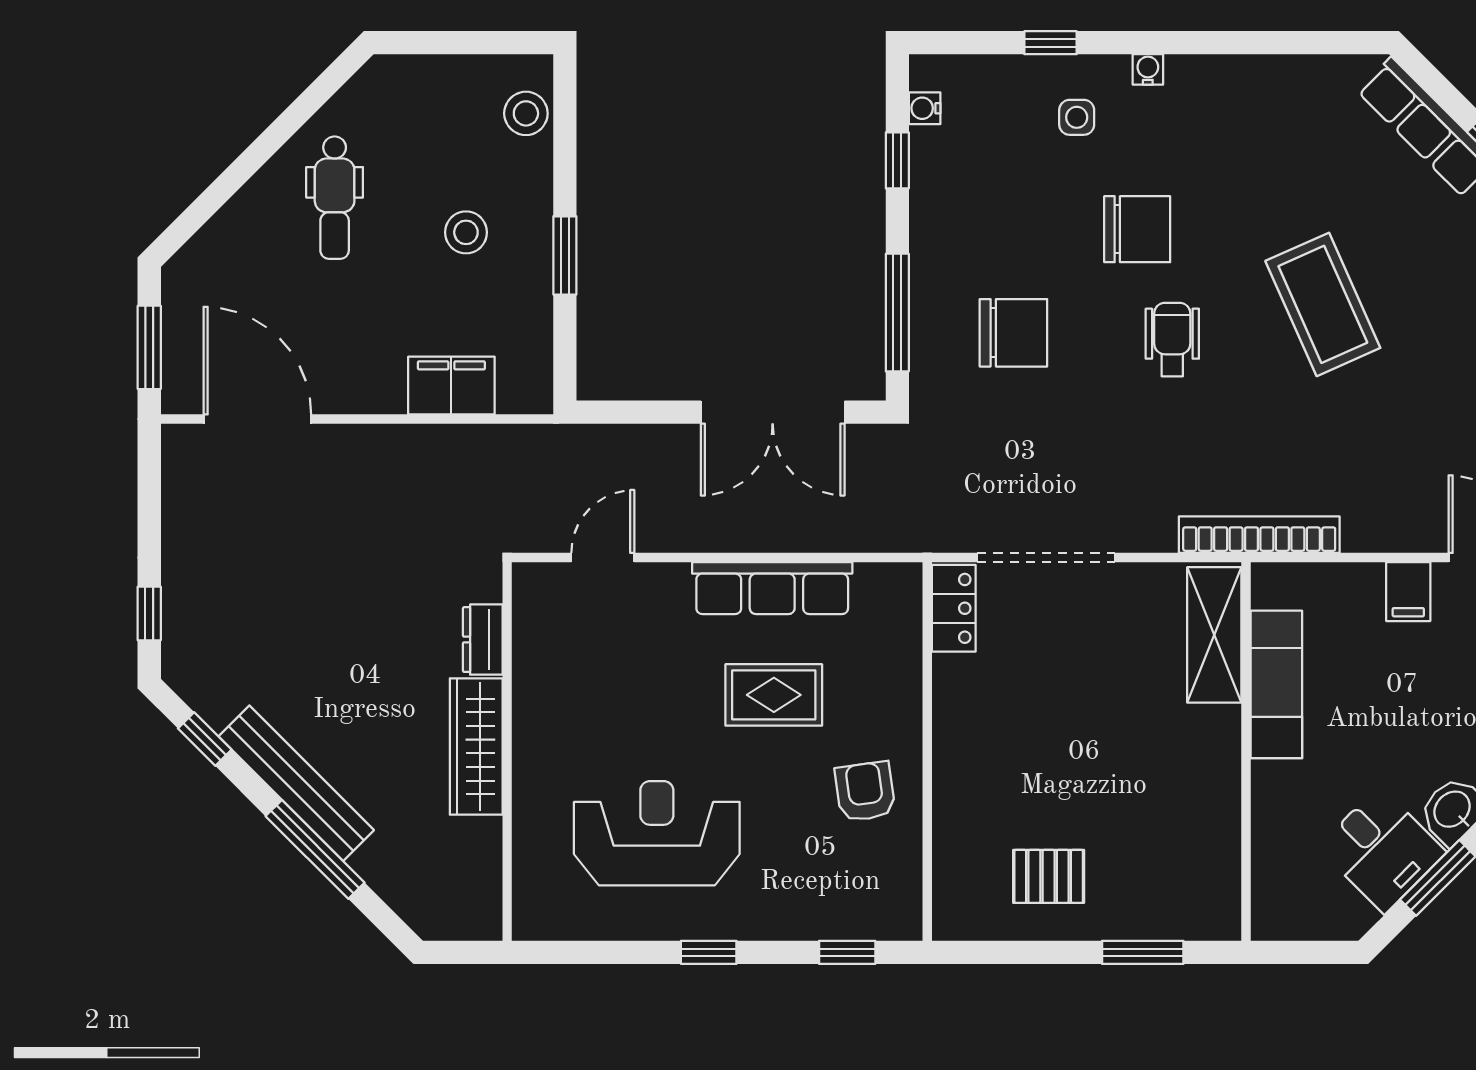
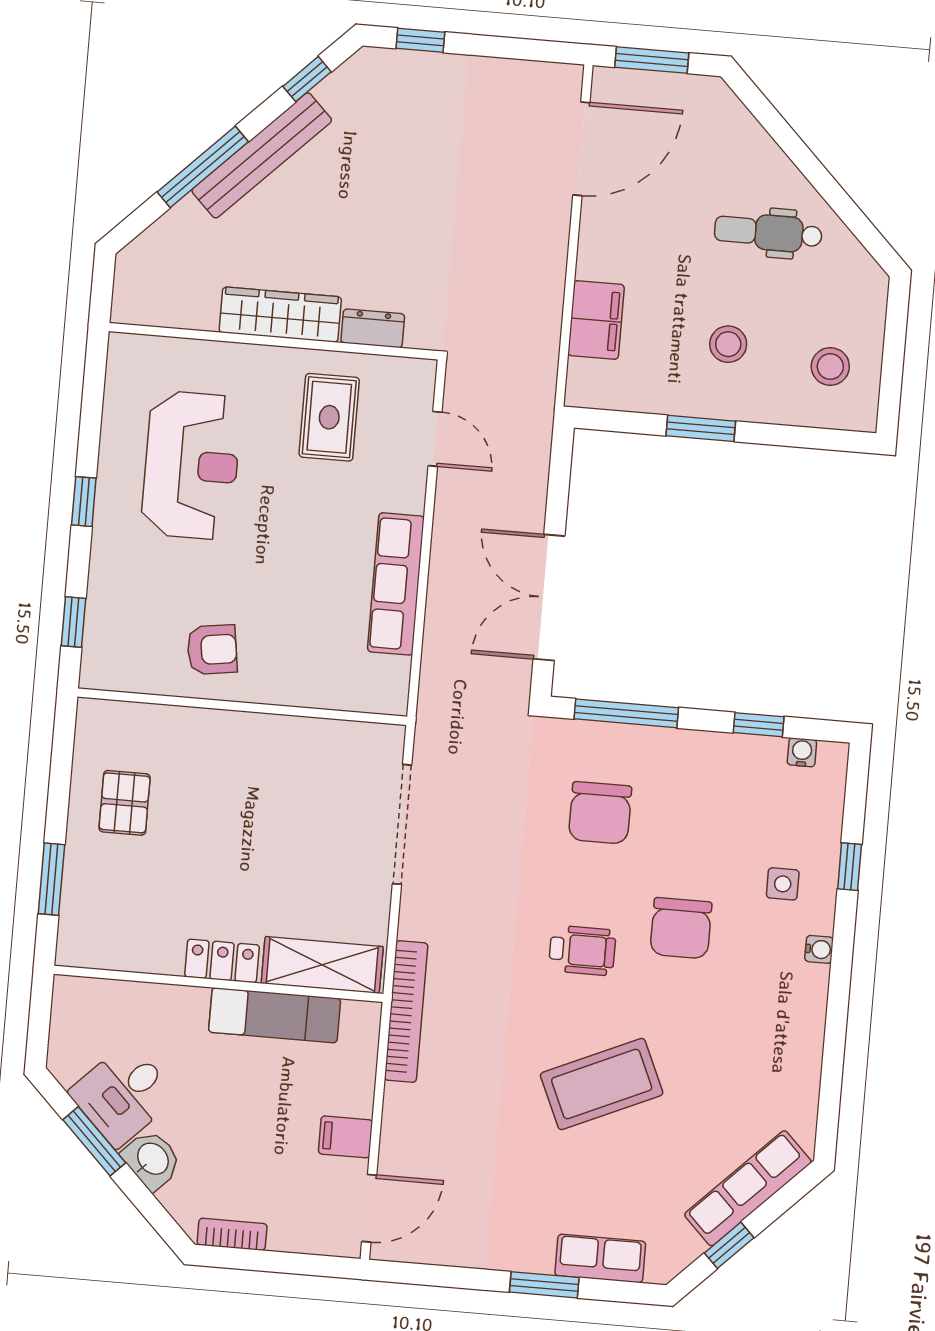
stool: (526, 113) -> (830, 367), moved
locker: (954, 608) -> (222, 961), moved, turned 180
rug: (774, 695) -> (329, 417), moved

